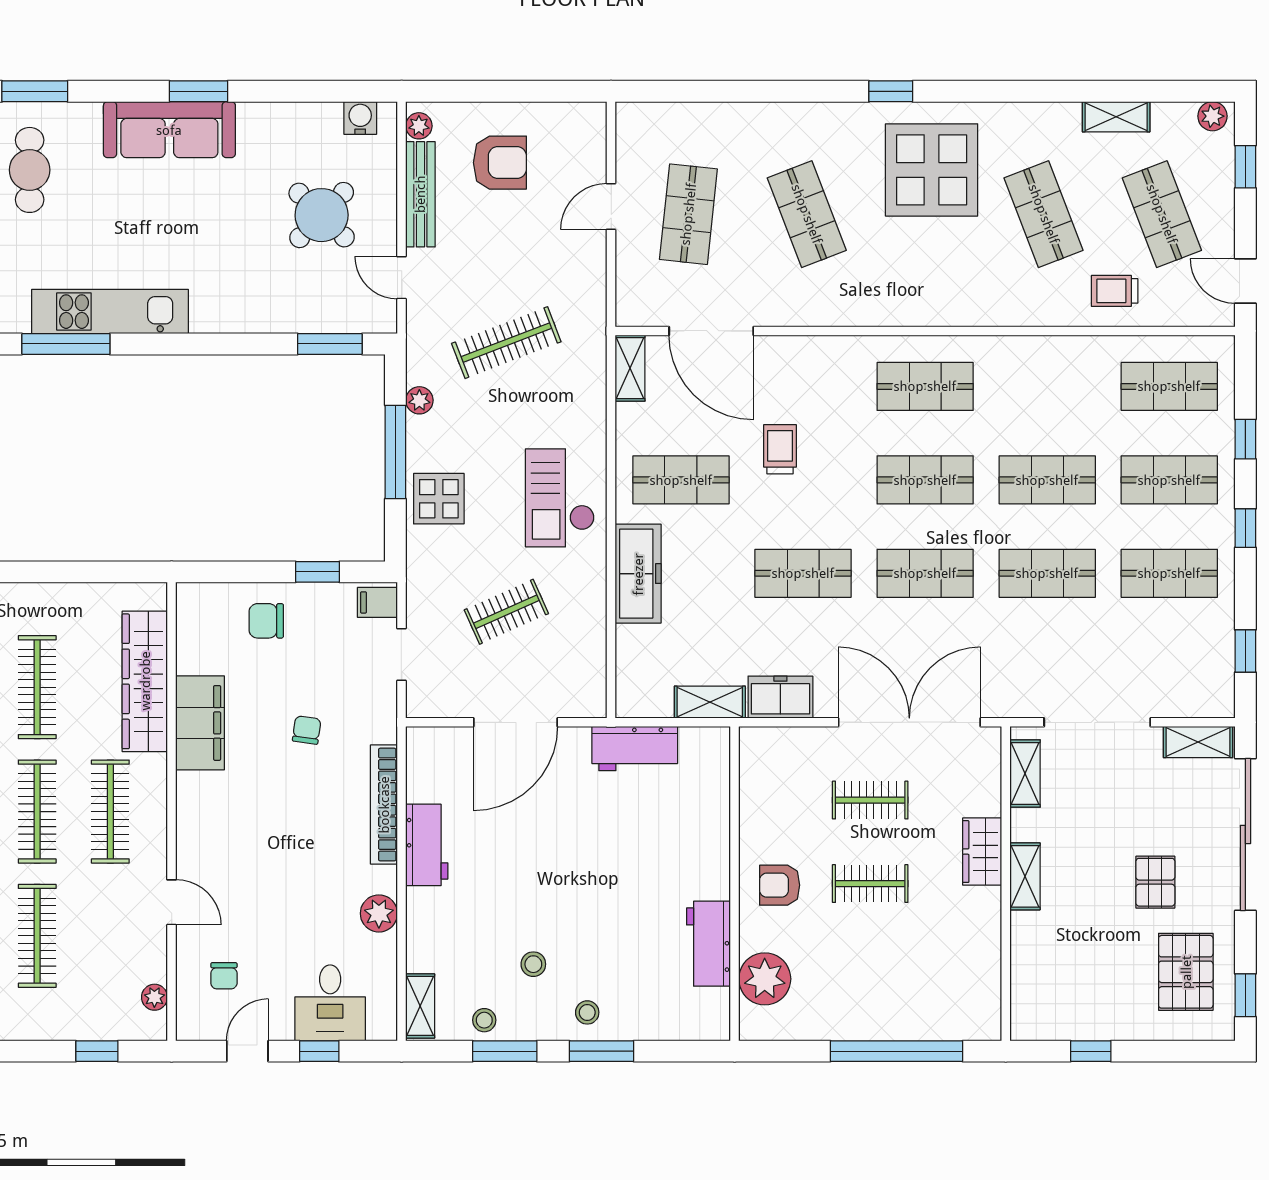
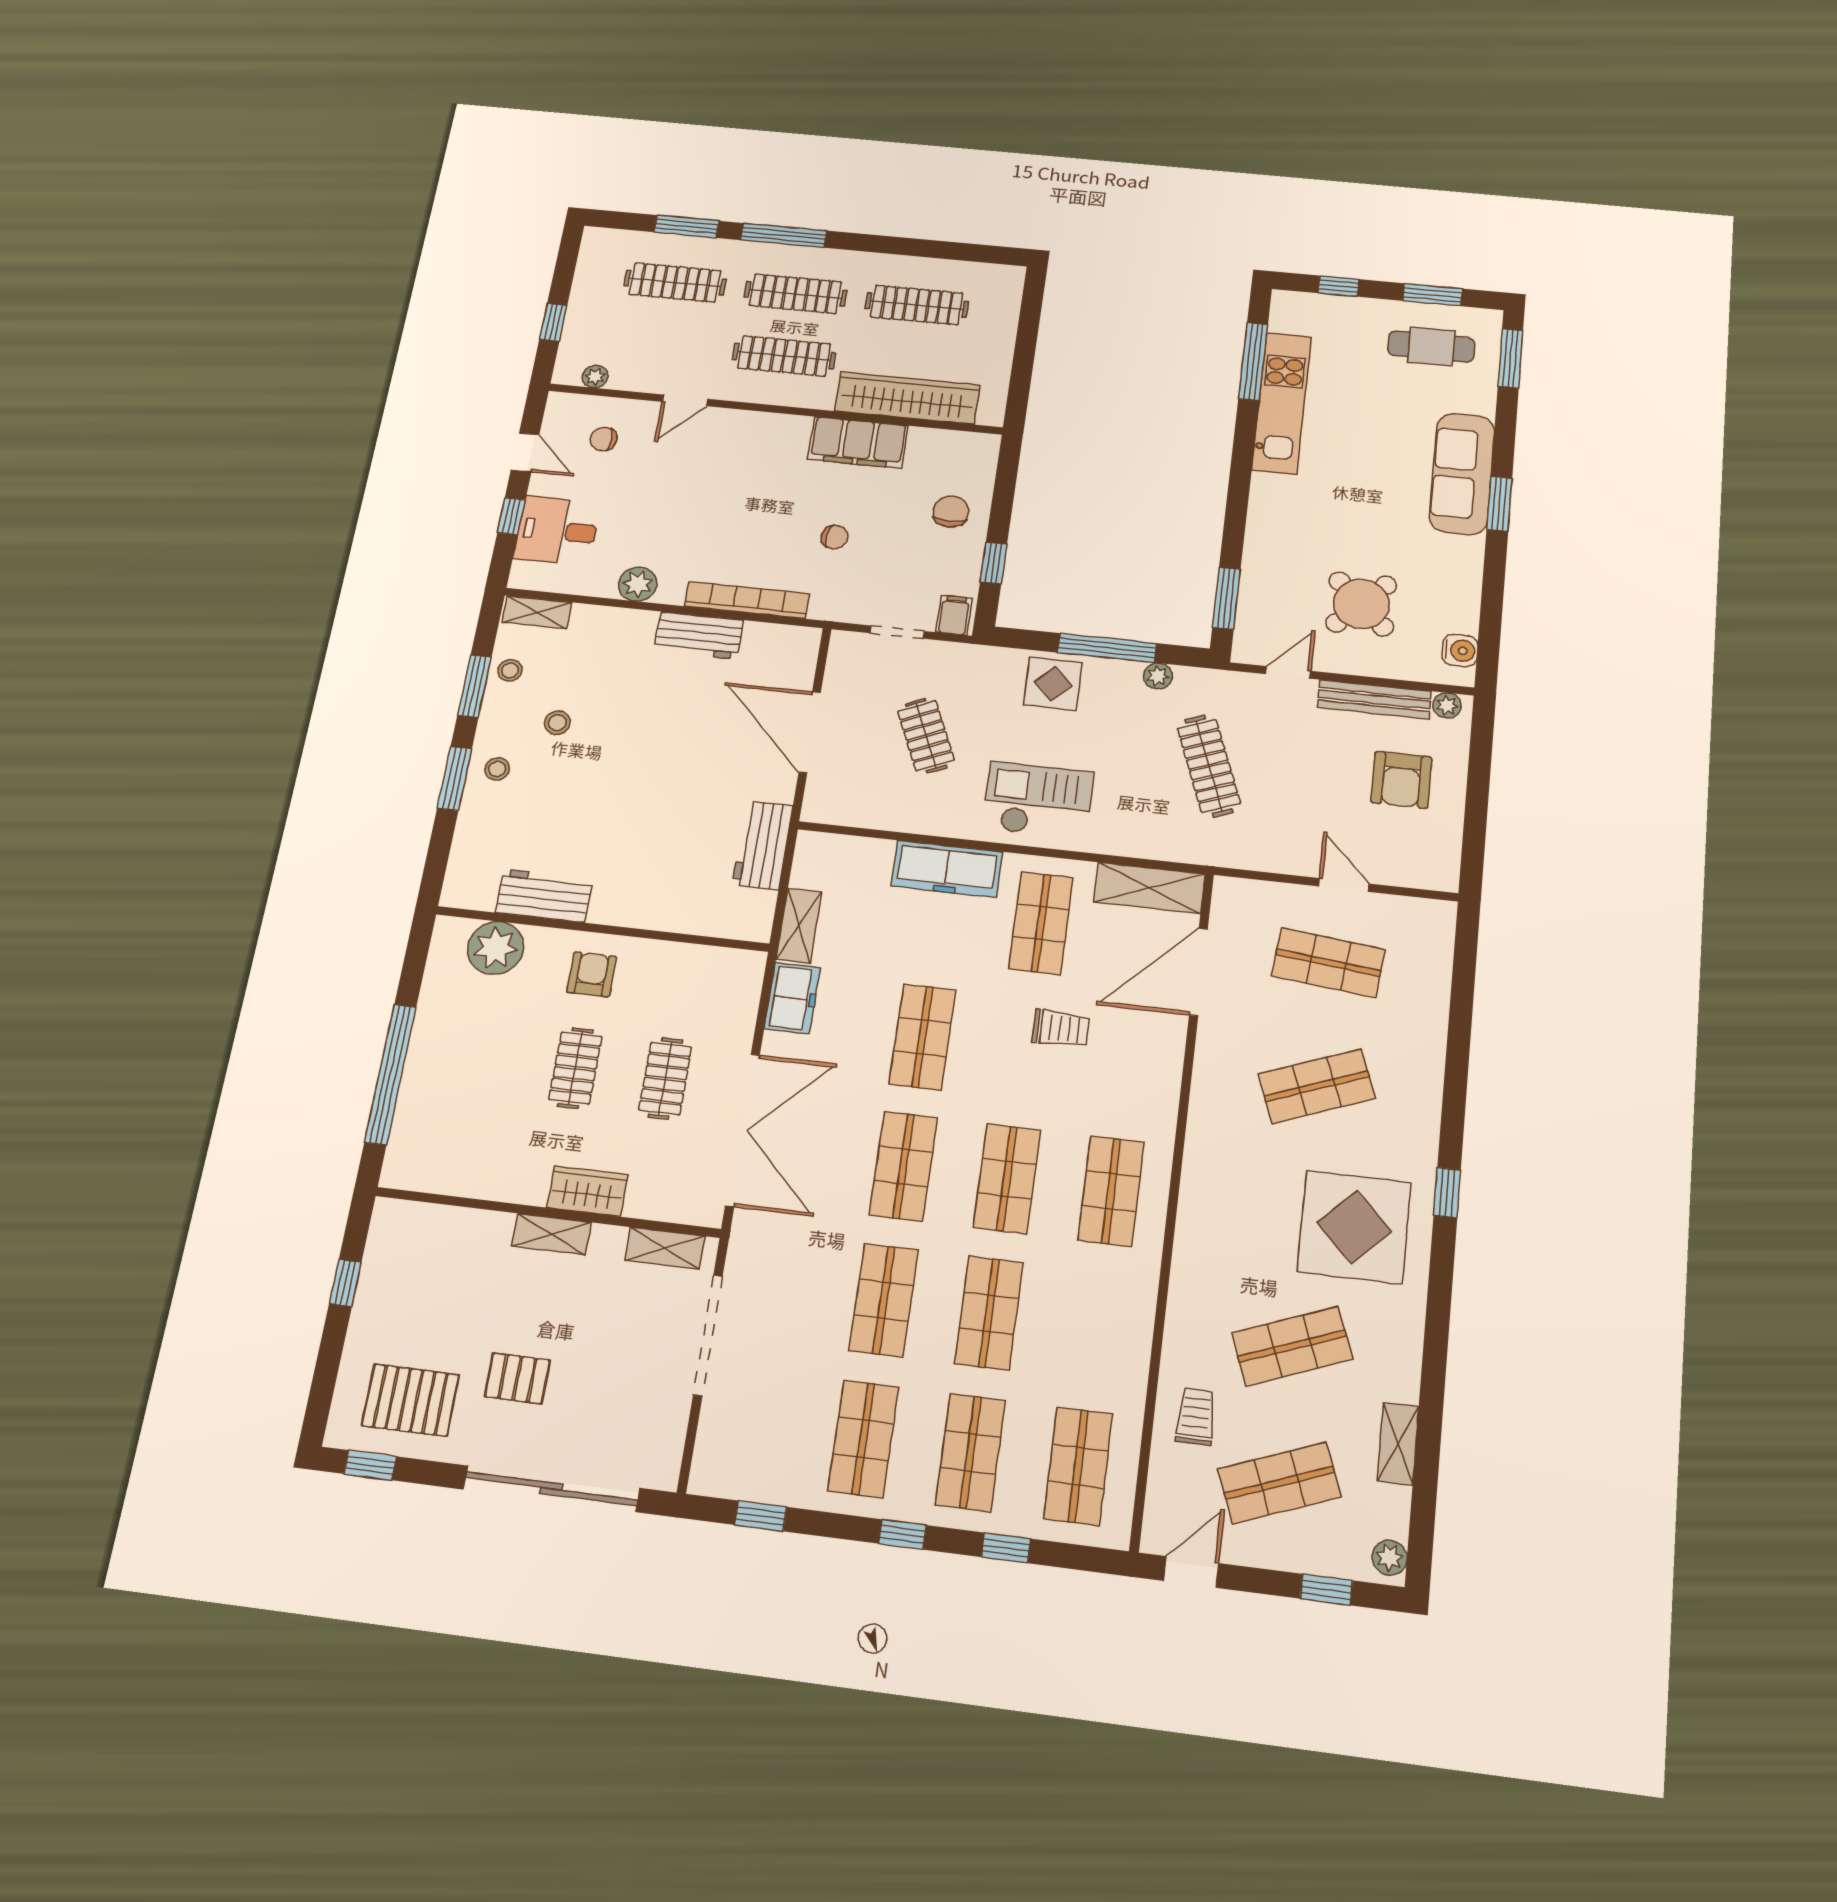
shelving: (630, 368) -> (1149, 888), width x1.50, depth x1.33
shelving: (1198, 742) -> (666, 1447), removed

